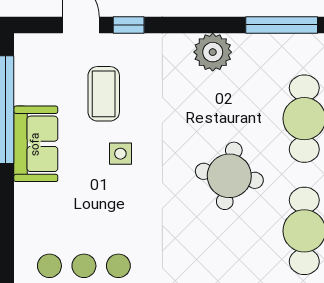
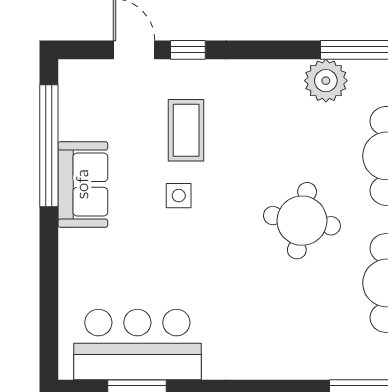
plant: (213, 52) -> (326, 81), moved
coffee table: (104, 94) -> (186, 130), moved

